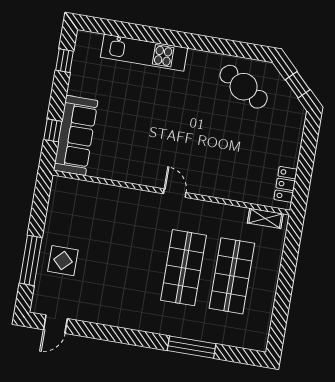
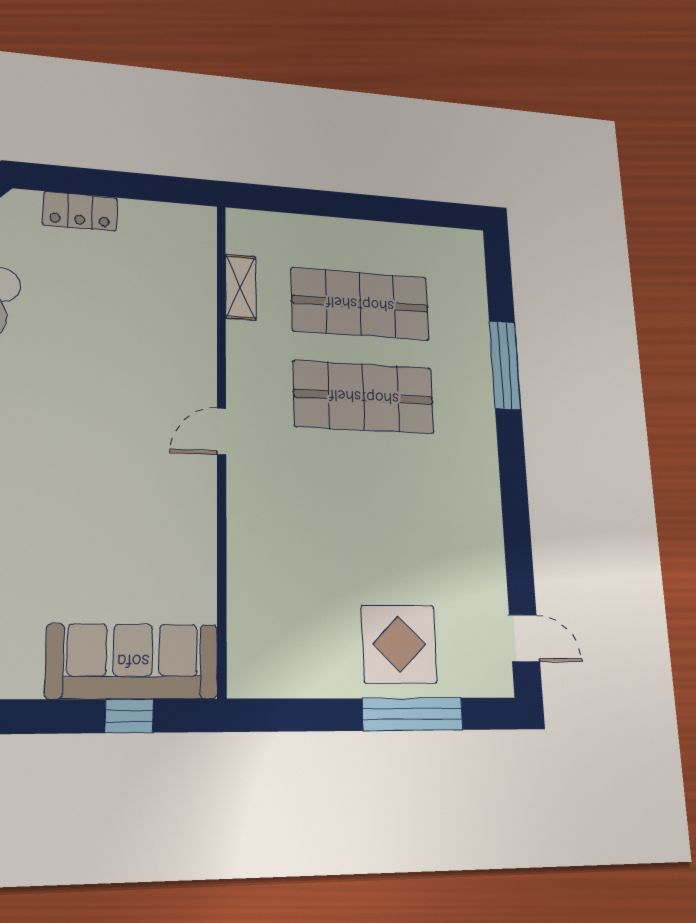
locker: (286, 184) -> (80, 211), moved
shelving: (265, 218) -> (241, 287), moved
display table: (63, 261) -> (399, 644), width x1.36, depth x1.36

